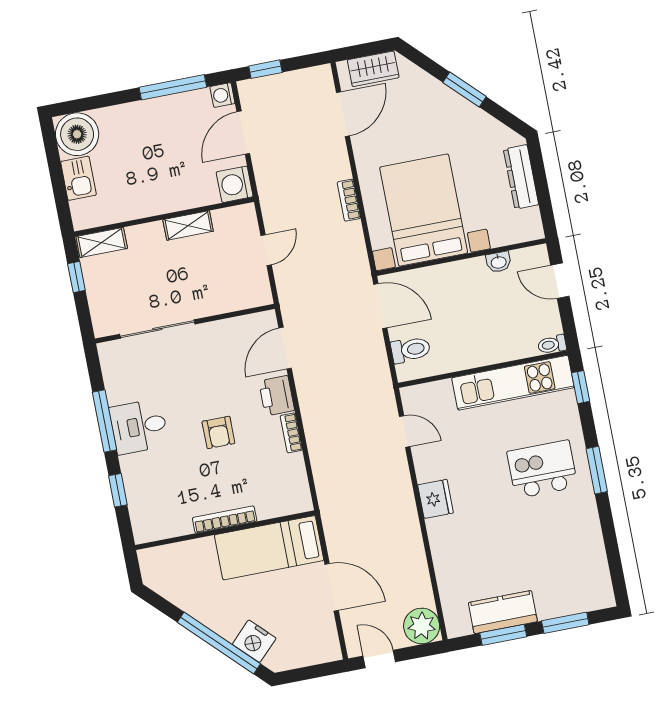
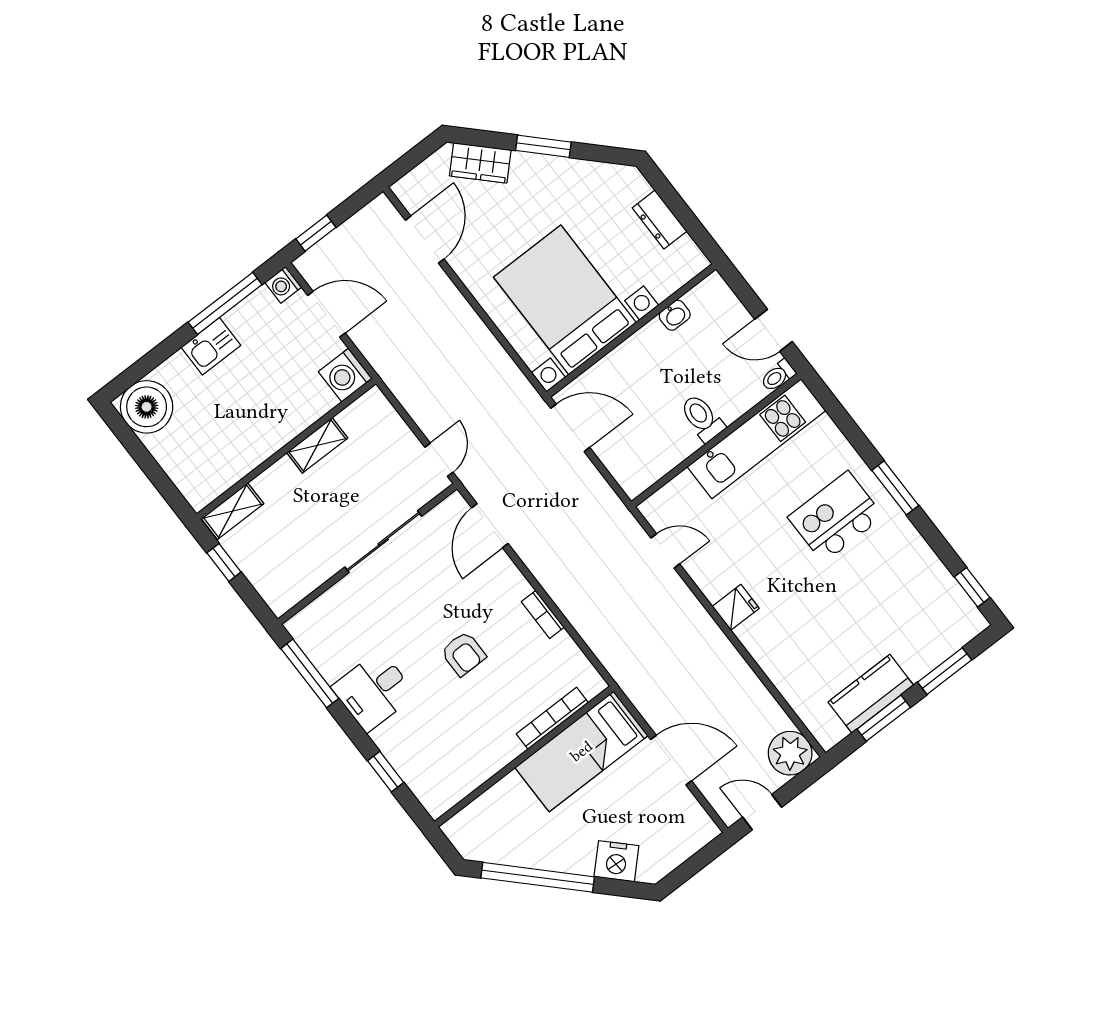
wardrobe: (373, 69) -> (480, 163), moved, turned 45
door: (243, 133) -> (326, 314), swing flipped
dresser: (521, 177) -> (660, 220), width x0.70
kitchen sink: (78, 178) -> (211, 346), moved, turned 90
bookcase: (349, 200) -> (478, 330), removed
door: (266, 250) -> (439, 460), moved
door: (560, 281) -> (774, 330), moved
sliding door: (157, 329) -> (383, 542), moved
toilet: (411, 350) -> (702, 418), moved, turned -90
window: (581, 387) -> (972, 587), moved
printer: (277, 396) -> (507, 582), removed
window: (104, 421) -> (310, 673), moved
fridge: (436, 499) -> (736, 607), width x0.72
bookcase: (225, 519) -> (552, 718), moved
window: (219, 643) -> (538, 877), moved

